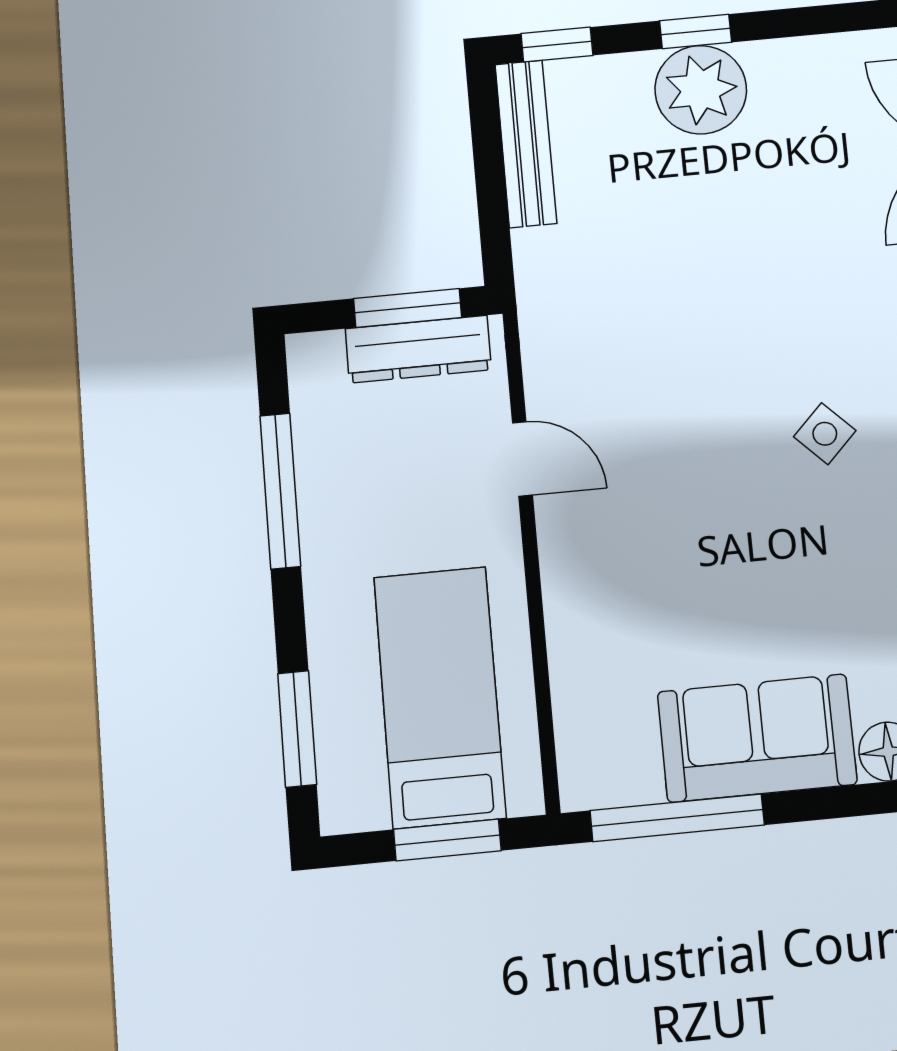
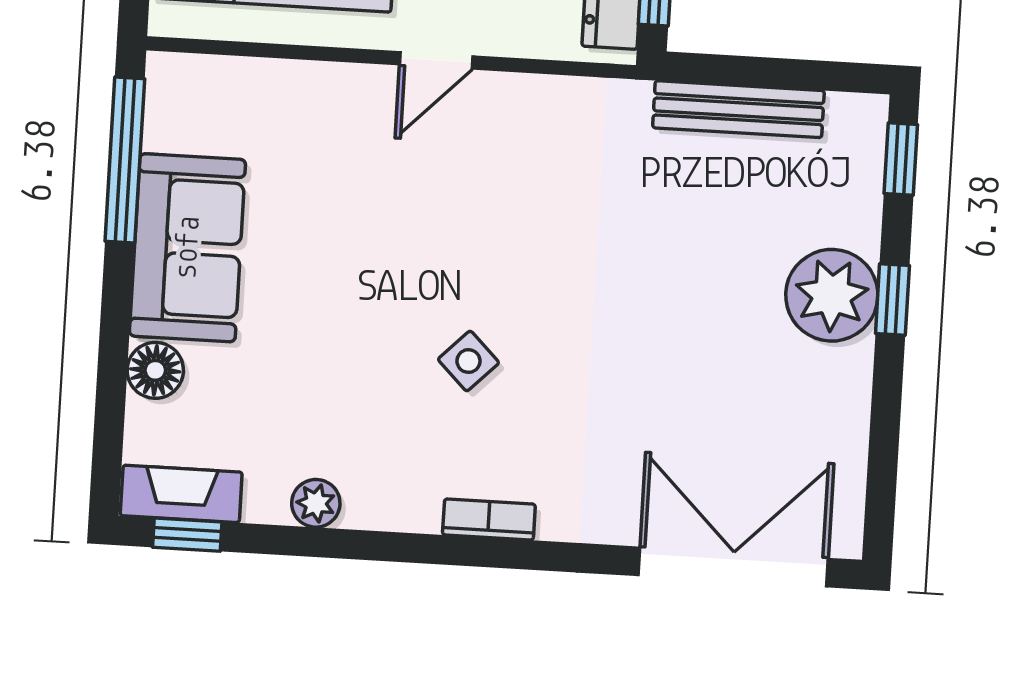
bench: (526, 144) -> (738, 109), moved
door: (522, 459) -> (436, 60), moved

